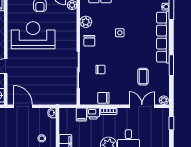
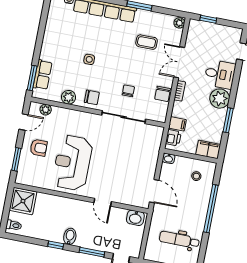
door: (23, 106) -> (154, 191), swing flipped
double door: (142, 106) -> (179, 62), moved
printer: (93, 114) -> (173, 138), moved

